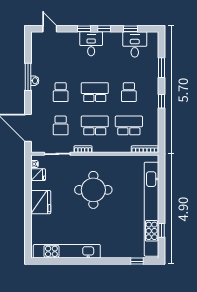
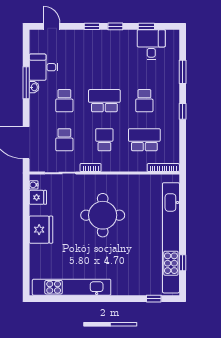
desk: (91, 44) -> (44, 67), moved, turned -90
school desk: (95, 125) -> (104, 140), width x0.54

